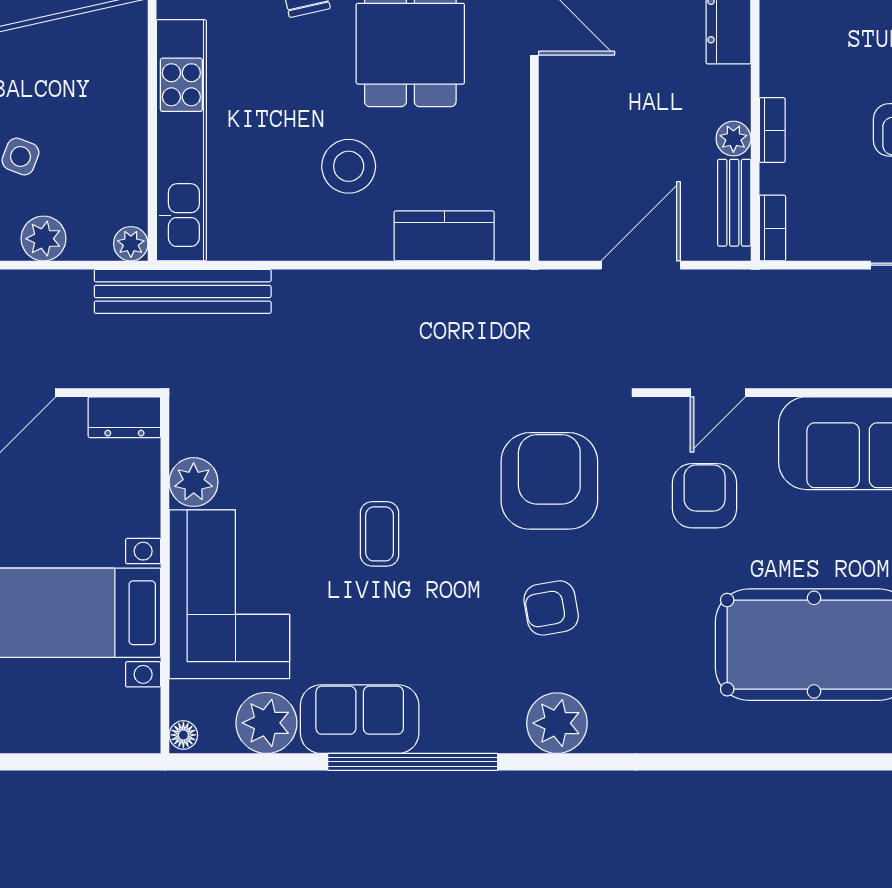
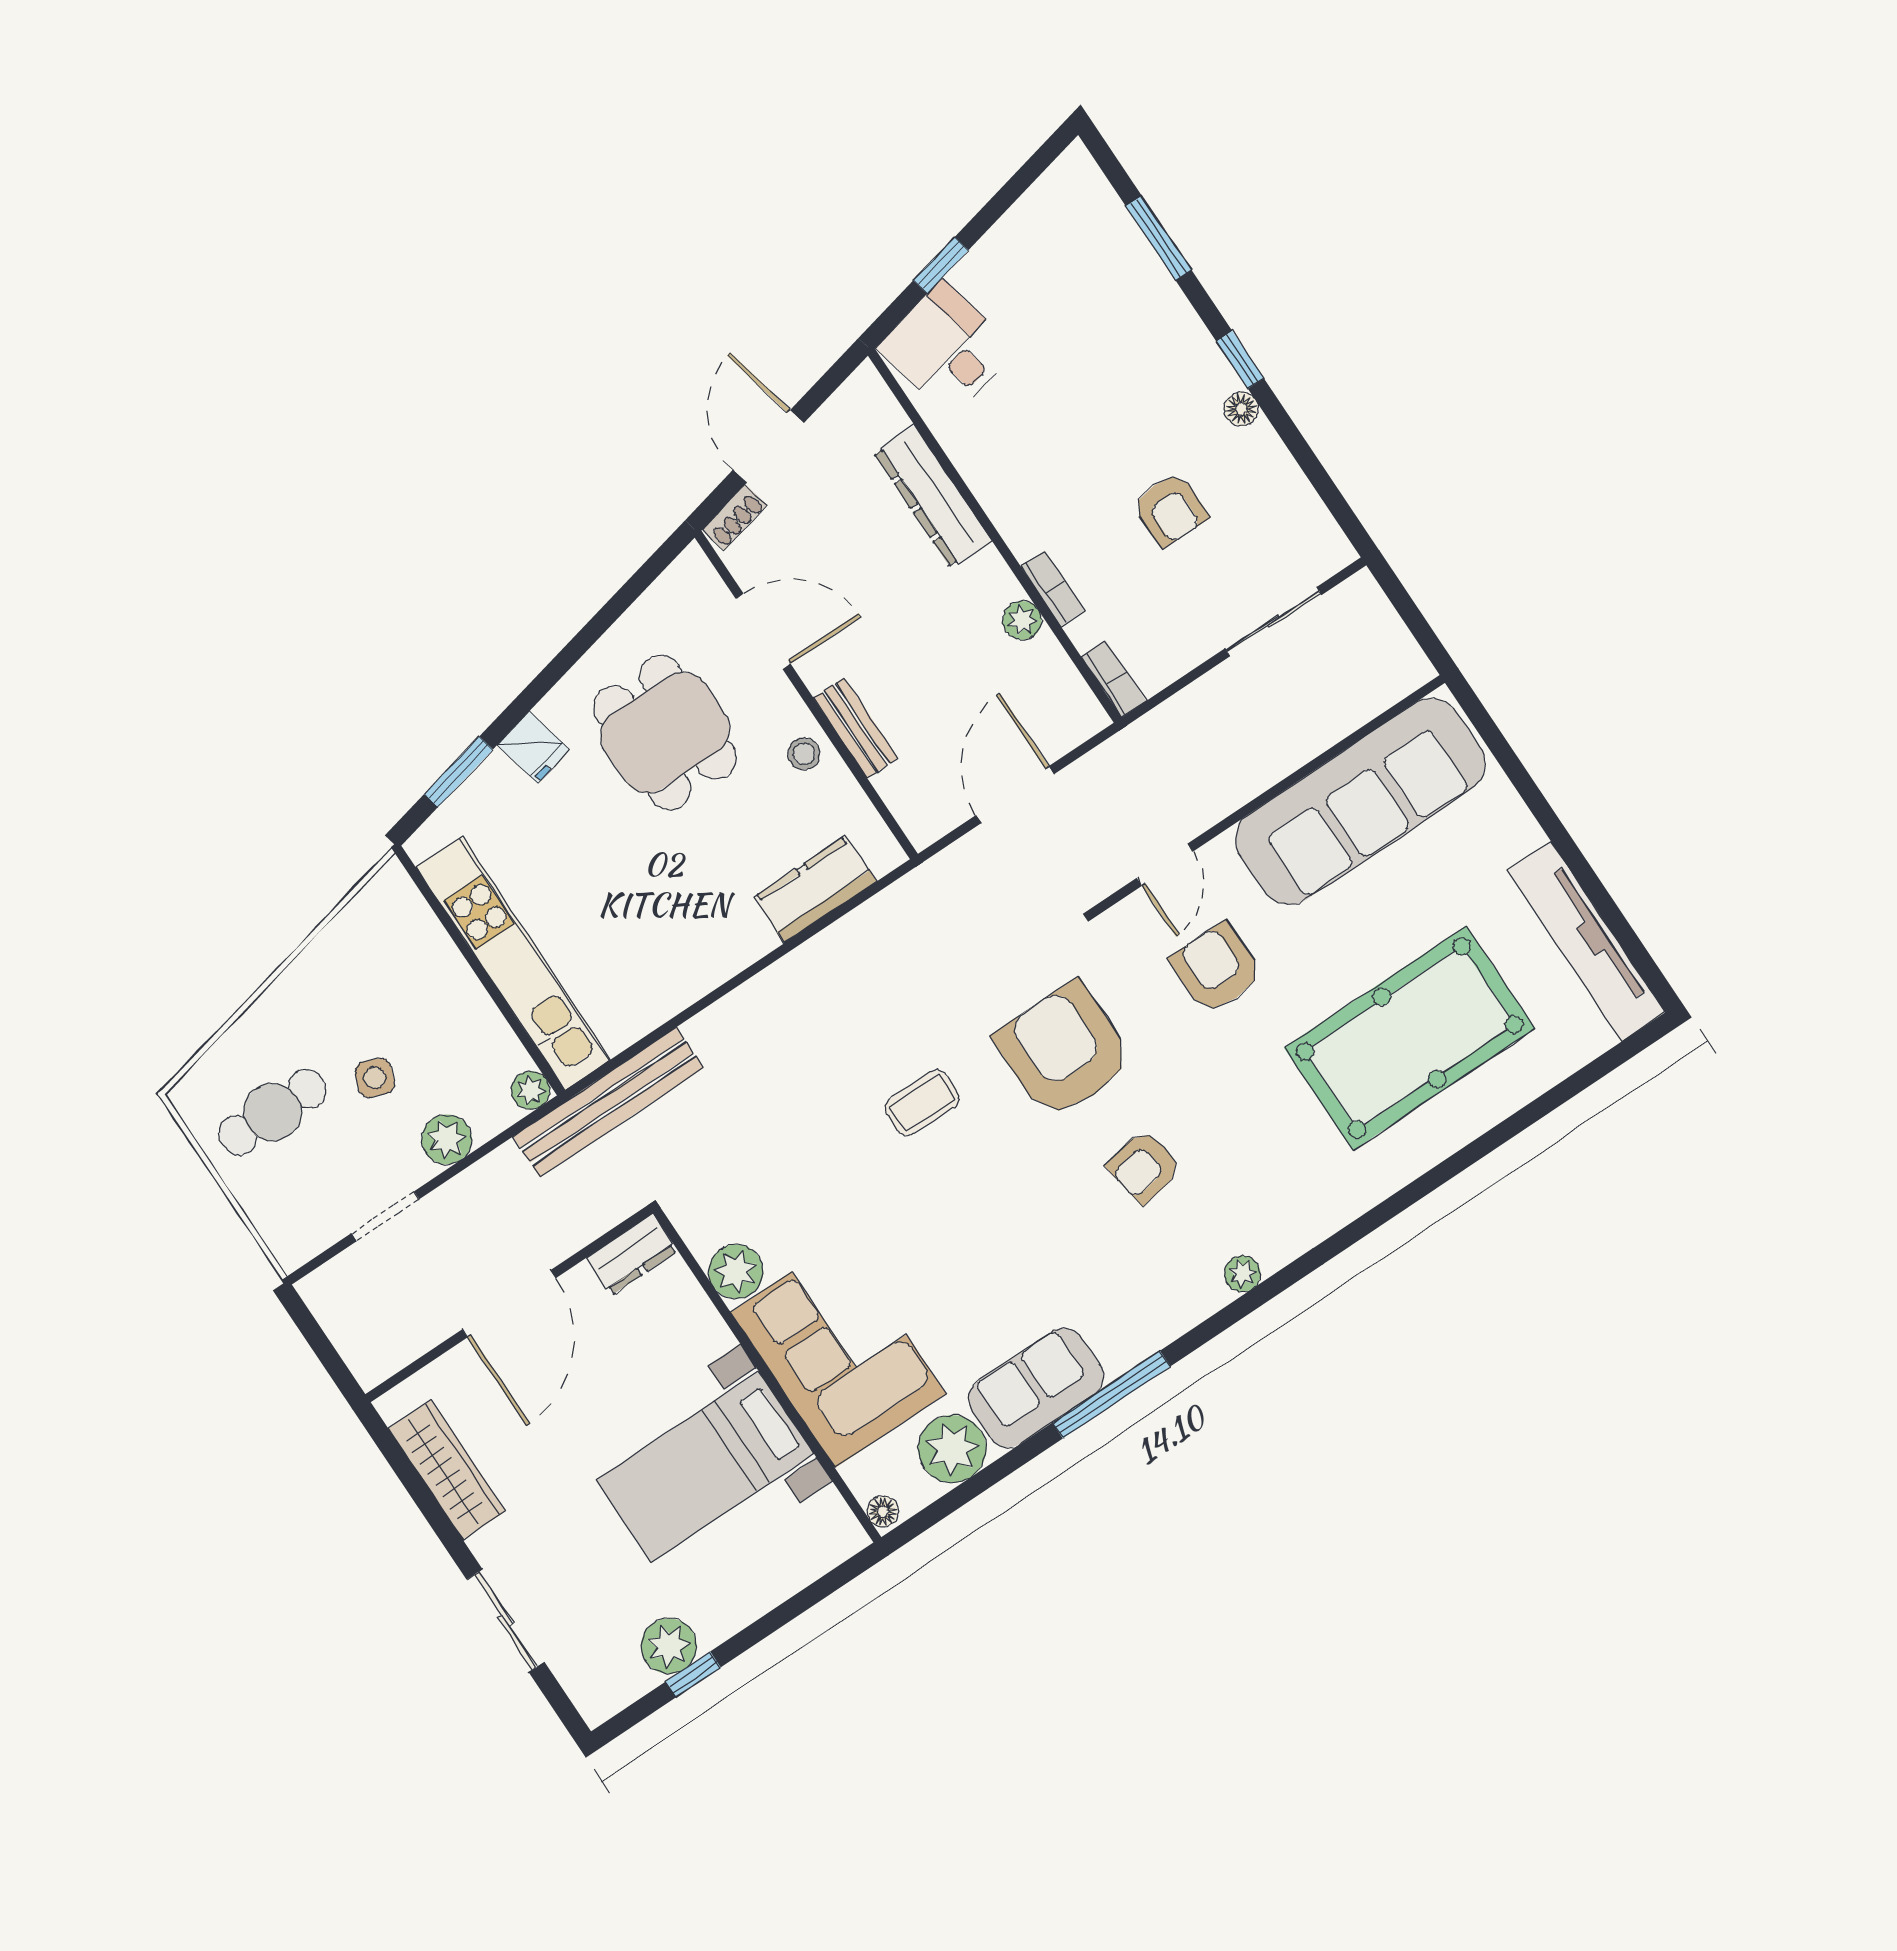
stool: (349, 166) -> (804, 754), moved, width x0.53, depth x0.53
bench: (734, 203) -> (856, 728), moved
coffee table: (380, 534) -> (922, 1103), moved, turned 90
plant: (557, 723) -> (1242, 1274), width x0.53, depth x0.53
window: (413, 762) -> (1111, 1395), width x0.68

